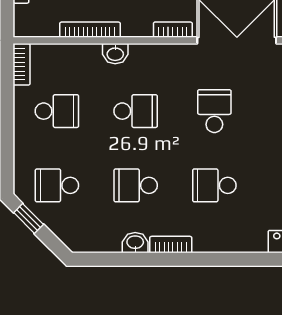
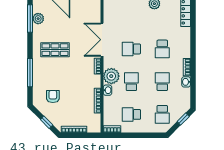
plant: (149, 63) -> (111, 76), added
school desk: (57, 111) -> (131, 114), turned -90
school desk: (136, 185) -> (162, 82), turned 180
window: (29, 218) -> (183, 119), moved

